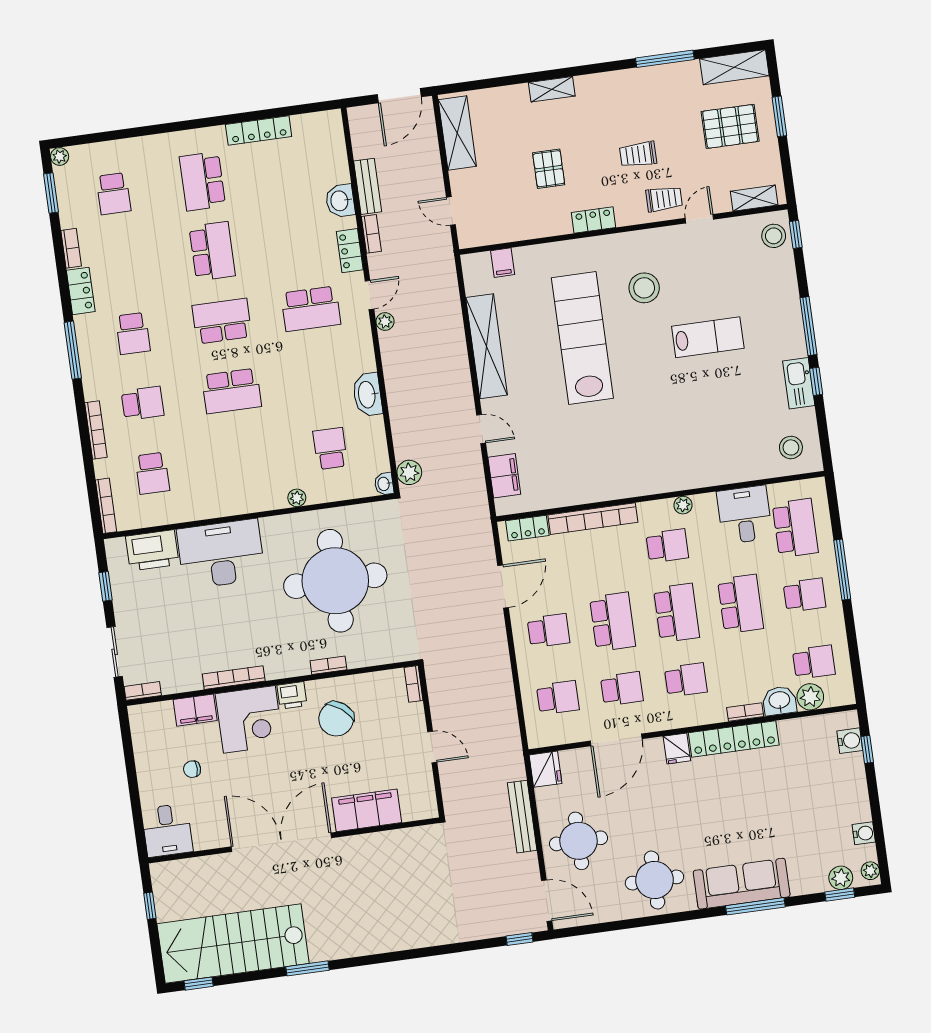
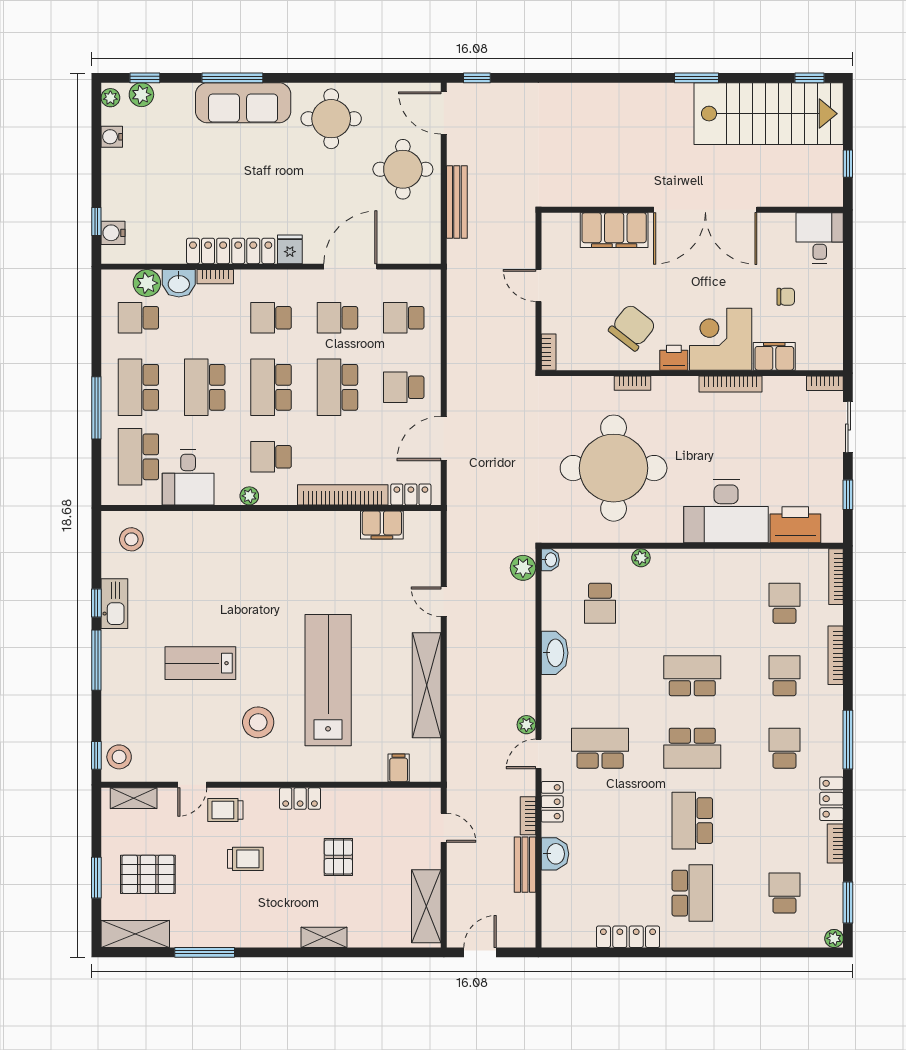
door: (399, 96) -> (480, 952), width x0.73
lab bench: (582, 338) -> (328, 680), turned 180
school desk: (143, 403) -> (784, 676), turned 90
filing cabinet: (504, 476) -> (382, 525), moved, turned -90
school desk: (805, 595) -> (138, 387), width x1.85
fridge: (546, 769) -> (426, 247), removed

